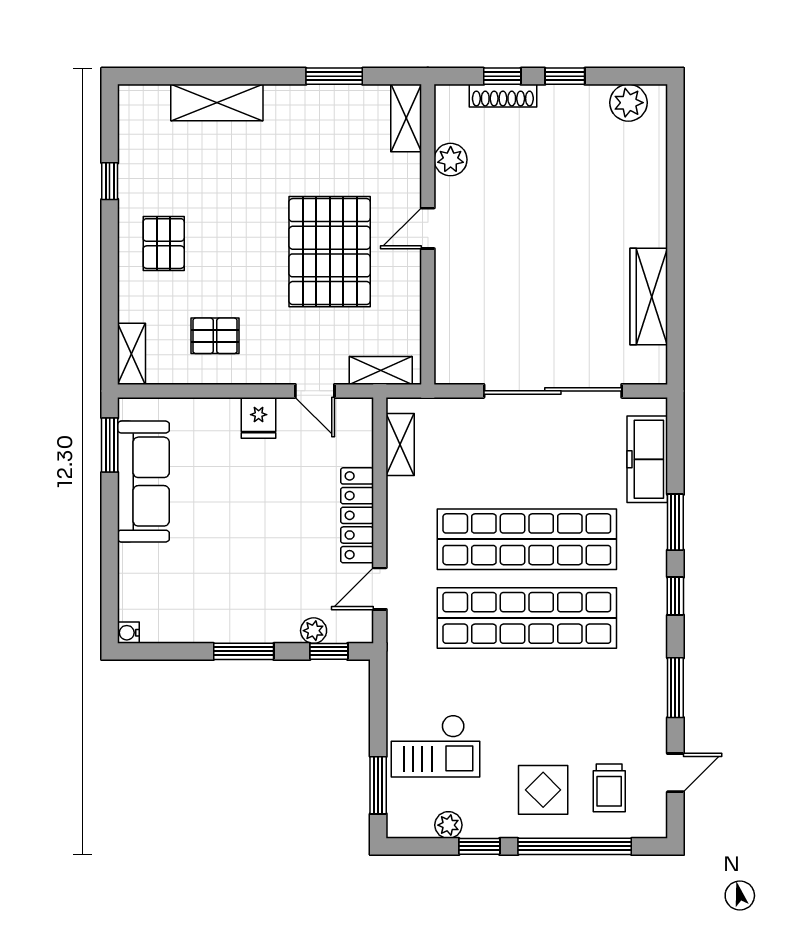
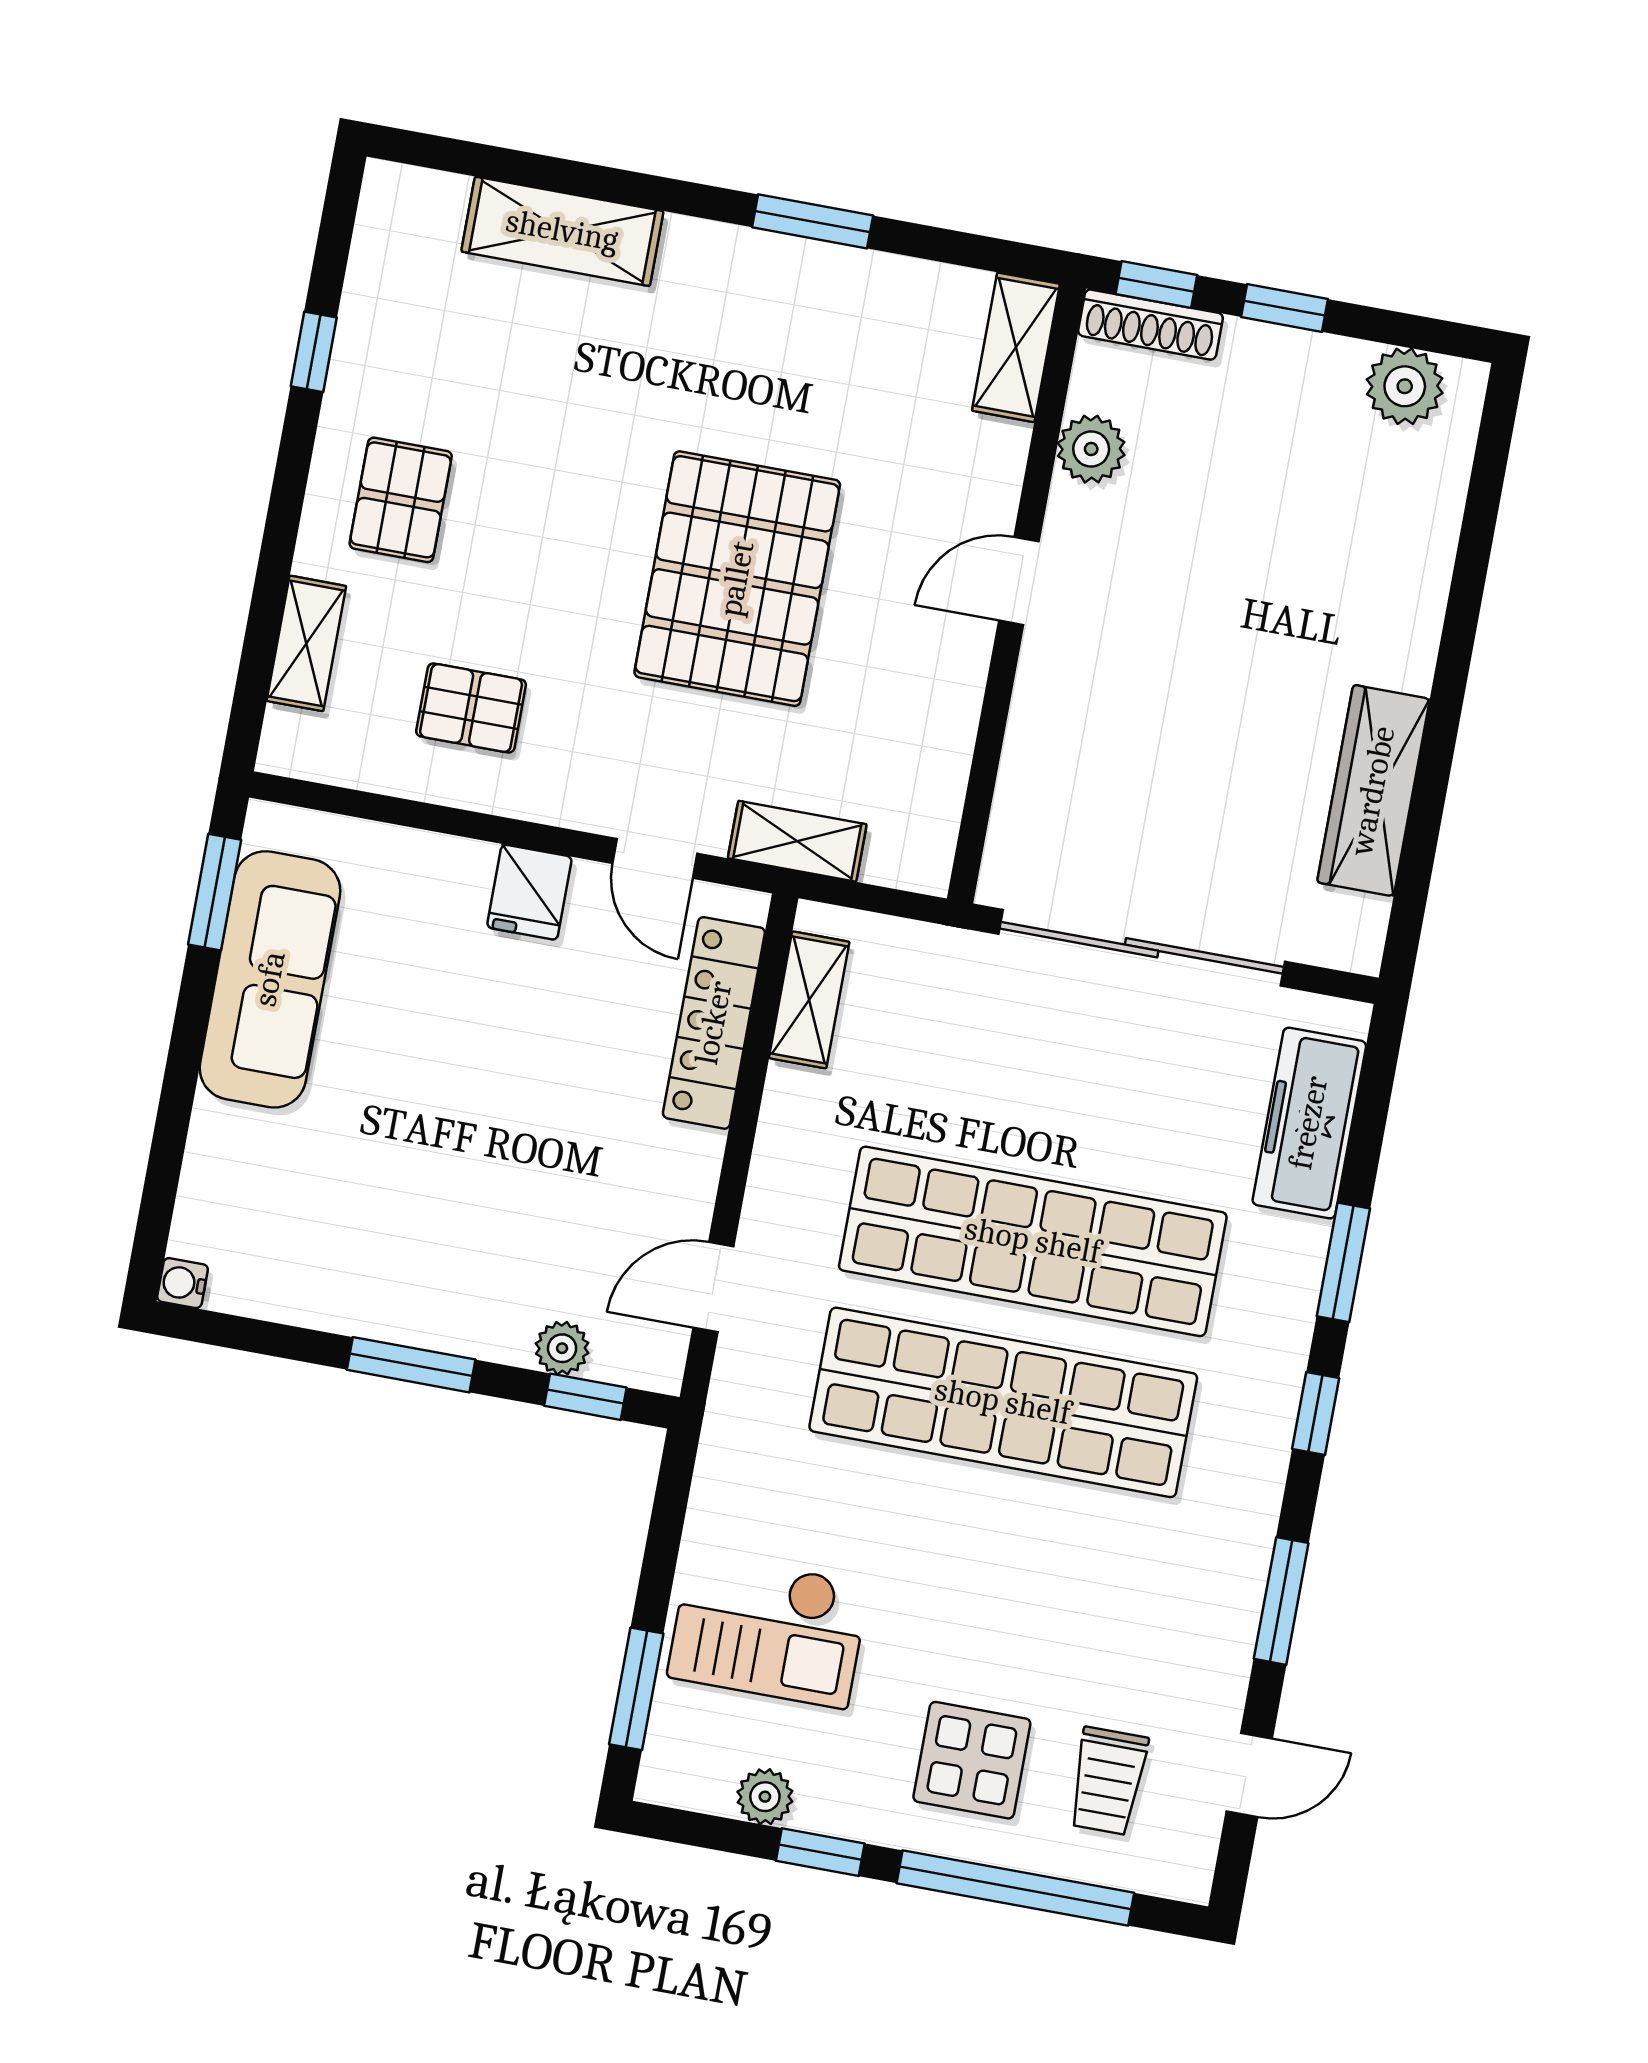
shelving: (406, 118) -> (1016, 347), moved
plant: (451, 160) -> (1091, 449), moved
door: (428, 228) -> (1019, 581), moved
wall: (428, 234) -> (1016, 594), moved
shelving: (132, 354) -> (306, 643), moved
locker: (357, 515) -> (714, 1023), moved

